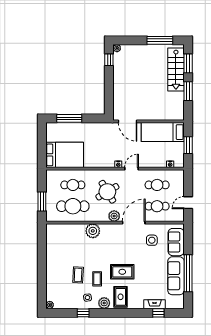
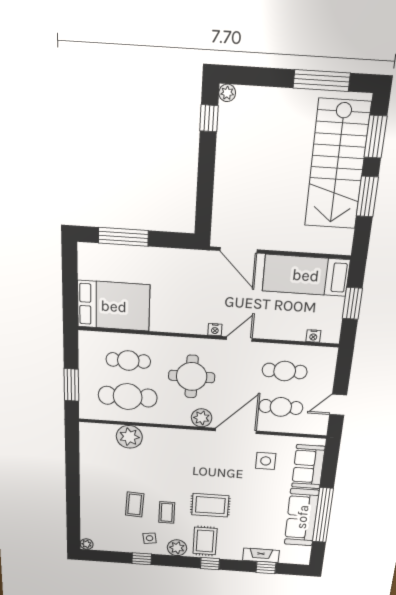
stairs: (176, 69) -> (337, 165), width x1.36, depth x1.51
round table: (107, 192) -> (192, 377), turned 31
plant: (93, 231) -> (129, 437), moved
window: (125, 313) -> (210, 564), added

